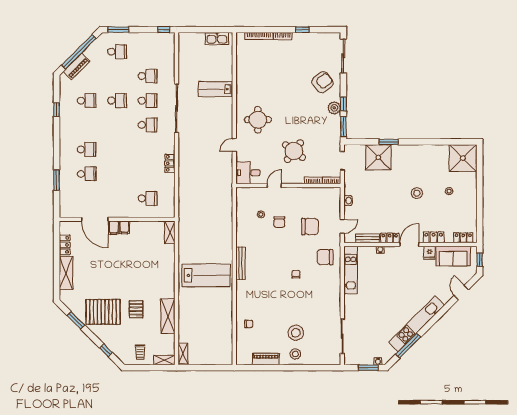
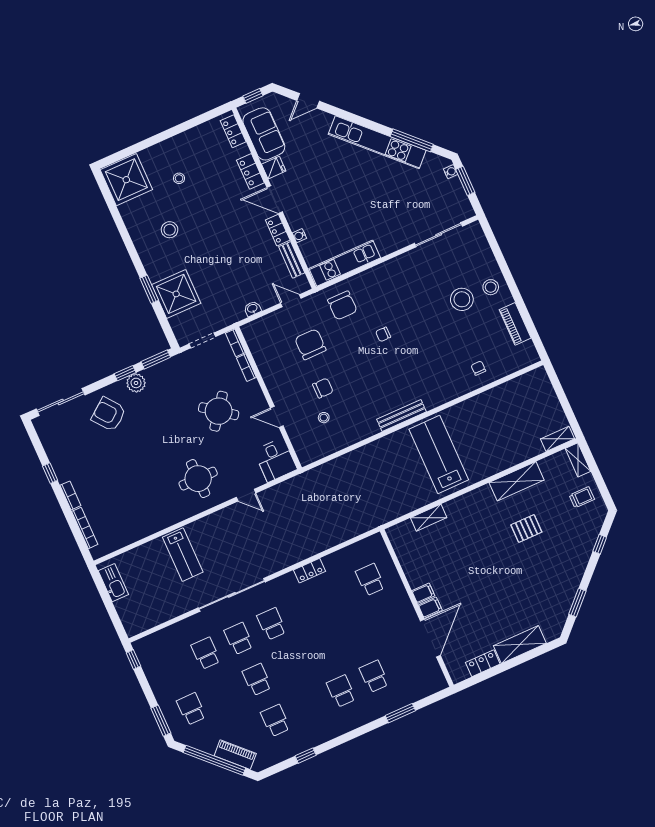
stool: (417, 193) -> (170, 230), moved
shelving: (170, 232) -> (429, 518), moved
pallet: (103, 312) -> (550, 571), removed

